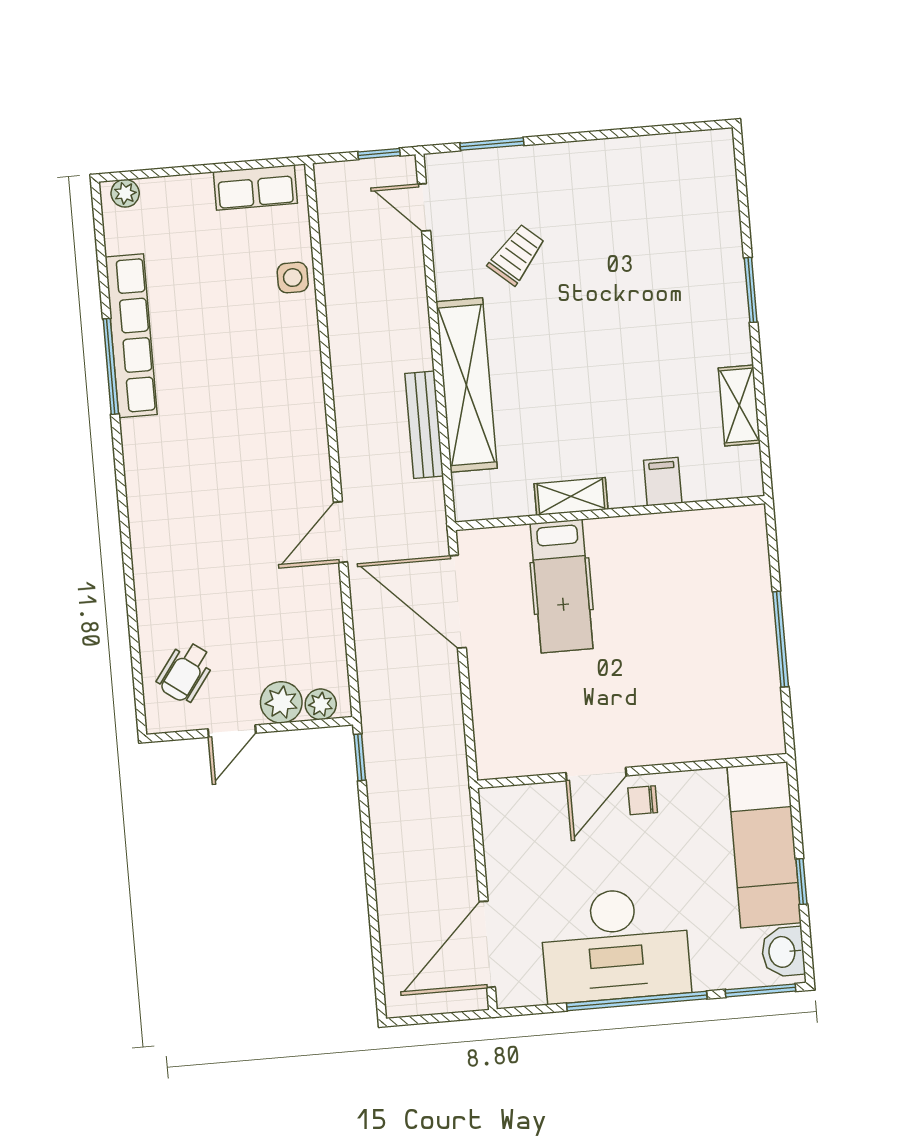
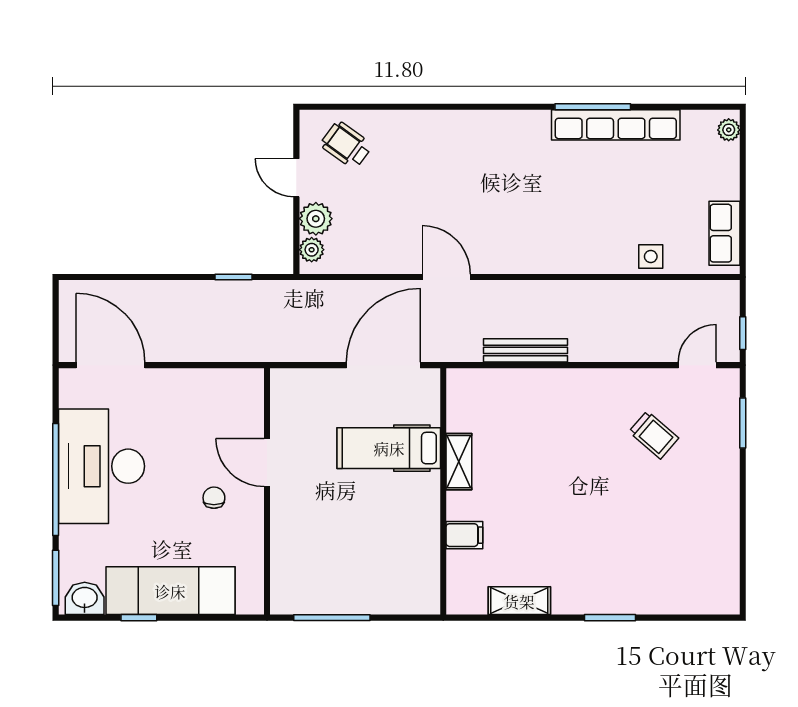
shelving: (467, 385) -> (554, 387), removed
window: (360, 757) -> (233, 277), moved
wall: (632, 771) -> (267, 491), moved
door: (596, 774) -> (267, 463), moved

